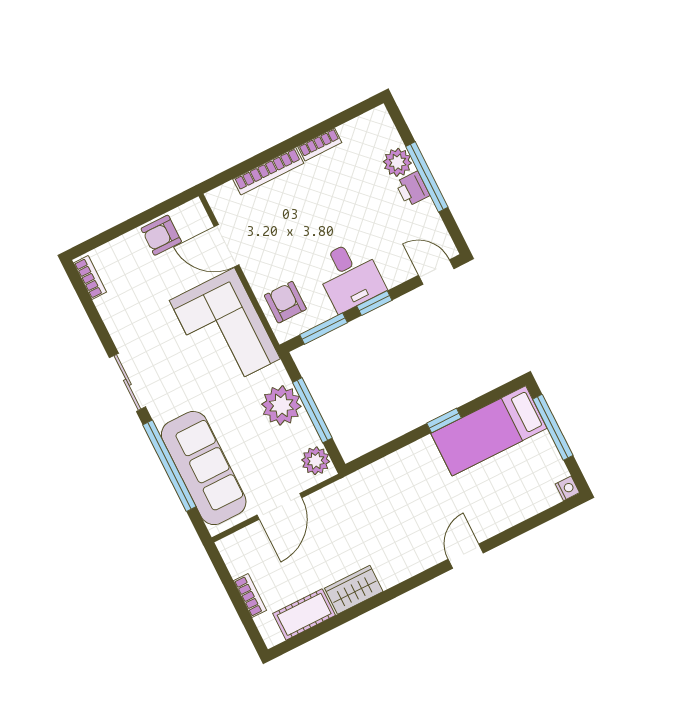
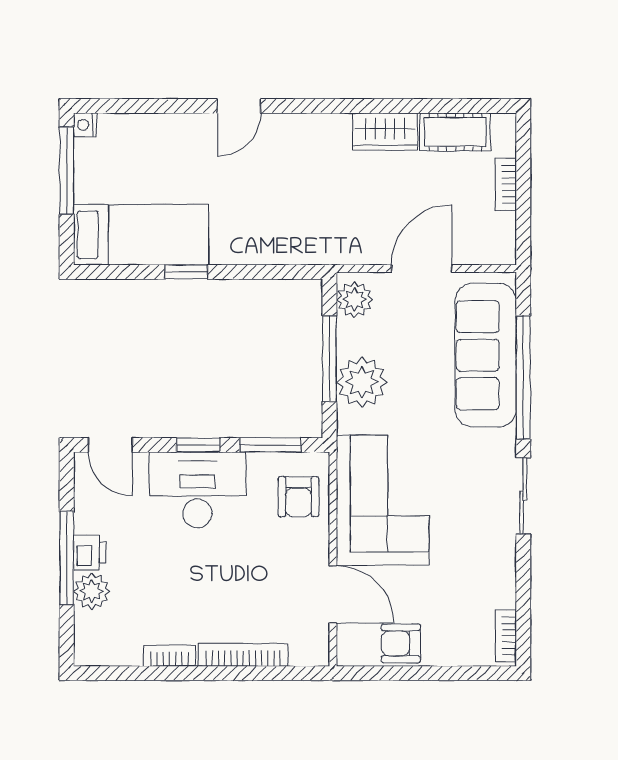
armchair: (161, 235) -> (401, 643), turned 180
desk: (350, 276) -> (197, 490), width x1.37
window: (553, 427) -> (67, 171), moved

